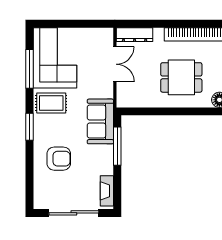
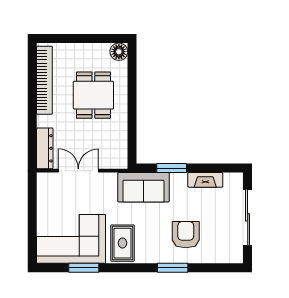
window: (30, 69) -> (84, 268), width x0.69
window: (30, 127) -> (173, 268), moved
window: (117, 146) -> (172, 168), width x0.69
fireplace: (107, 191) -> (205, 180), moved

